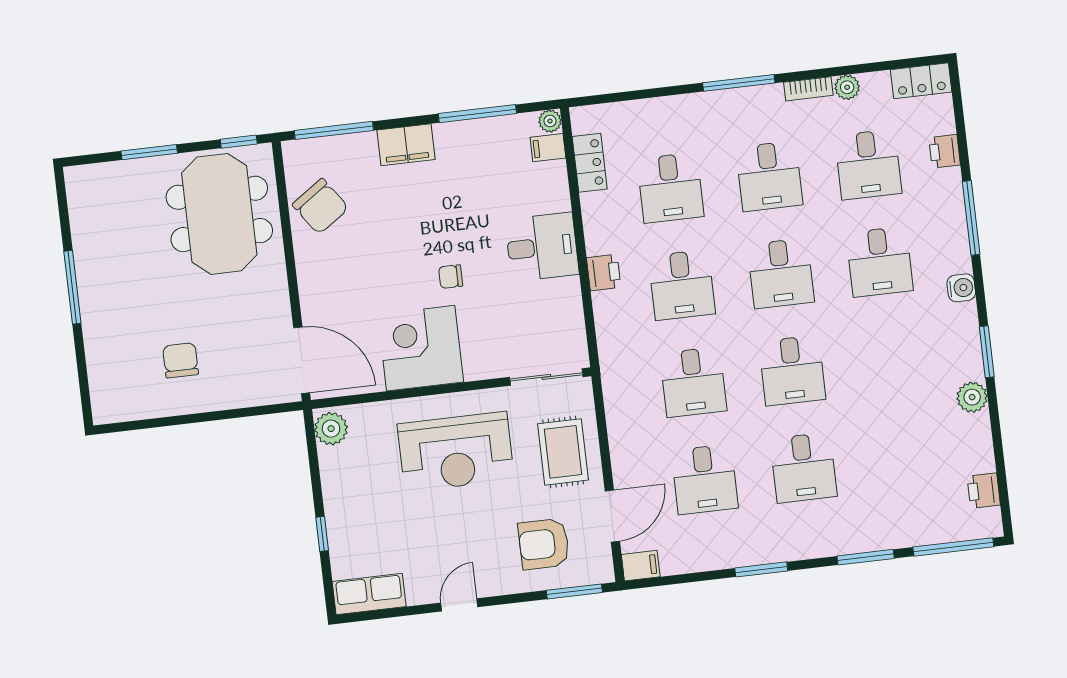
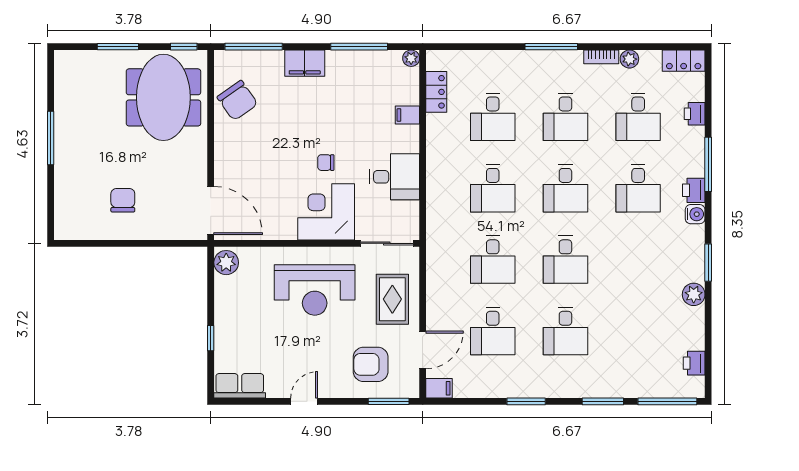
filing cabinet: (548, 148) -> (407, 115), moved
desk: (542, 247) -> (395, 177), moved
printer: (604, 273) -> (694, 190), moved, turned 180
corner desk: (421, 348) -> (326, 212), moved

